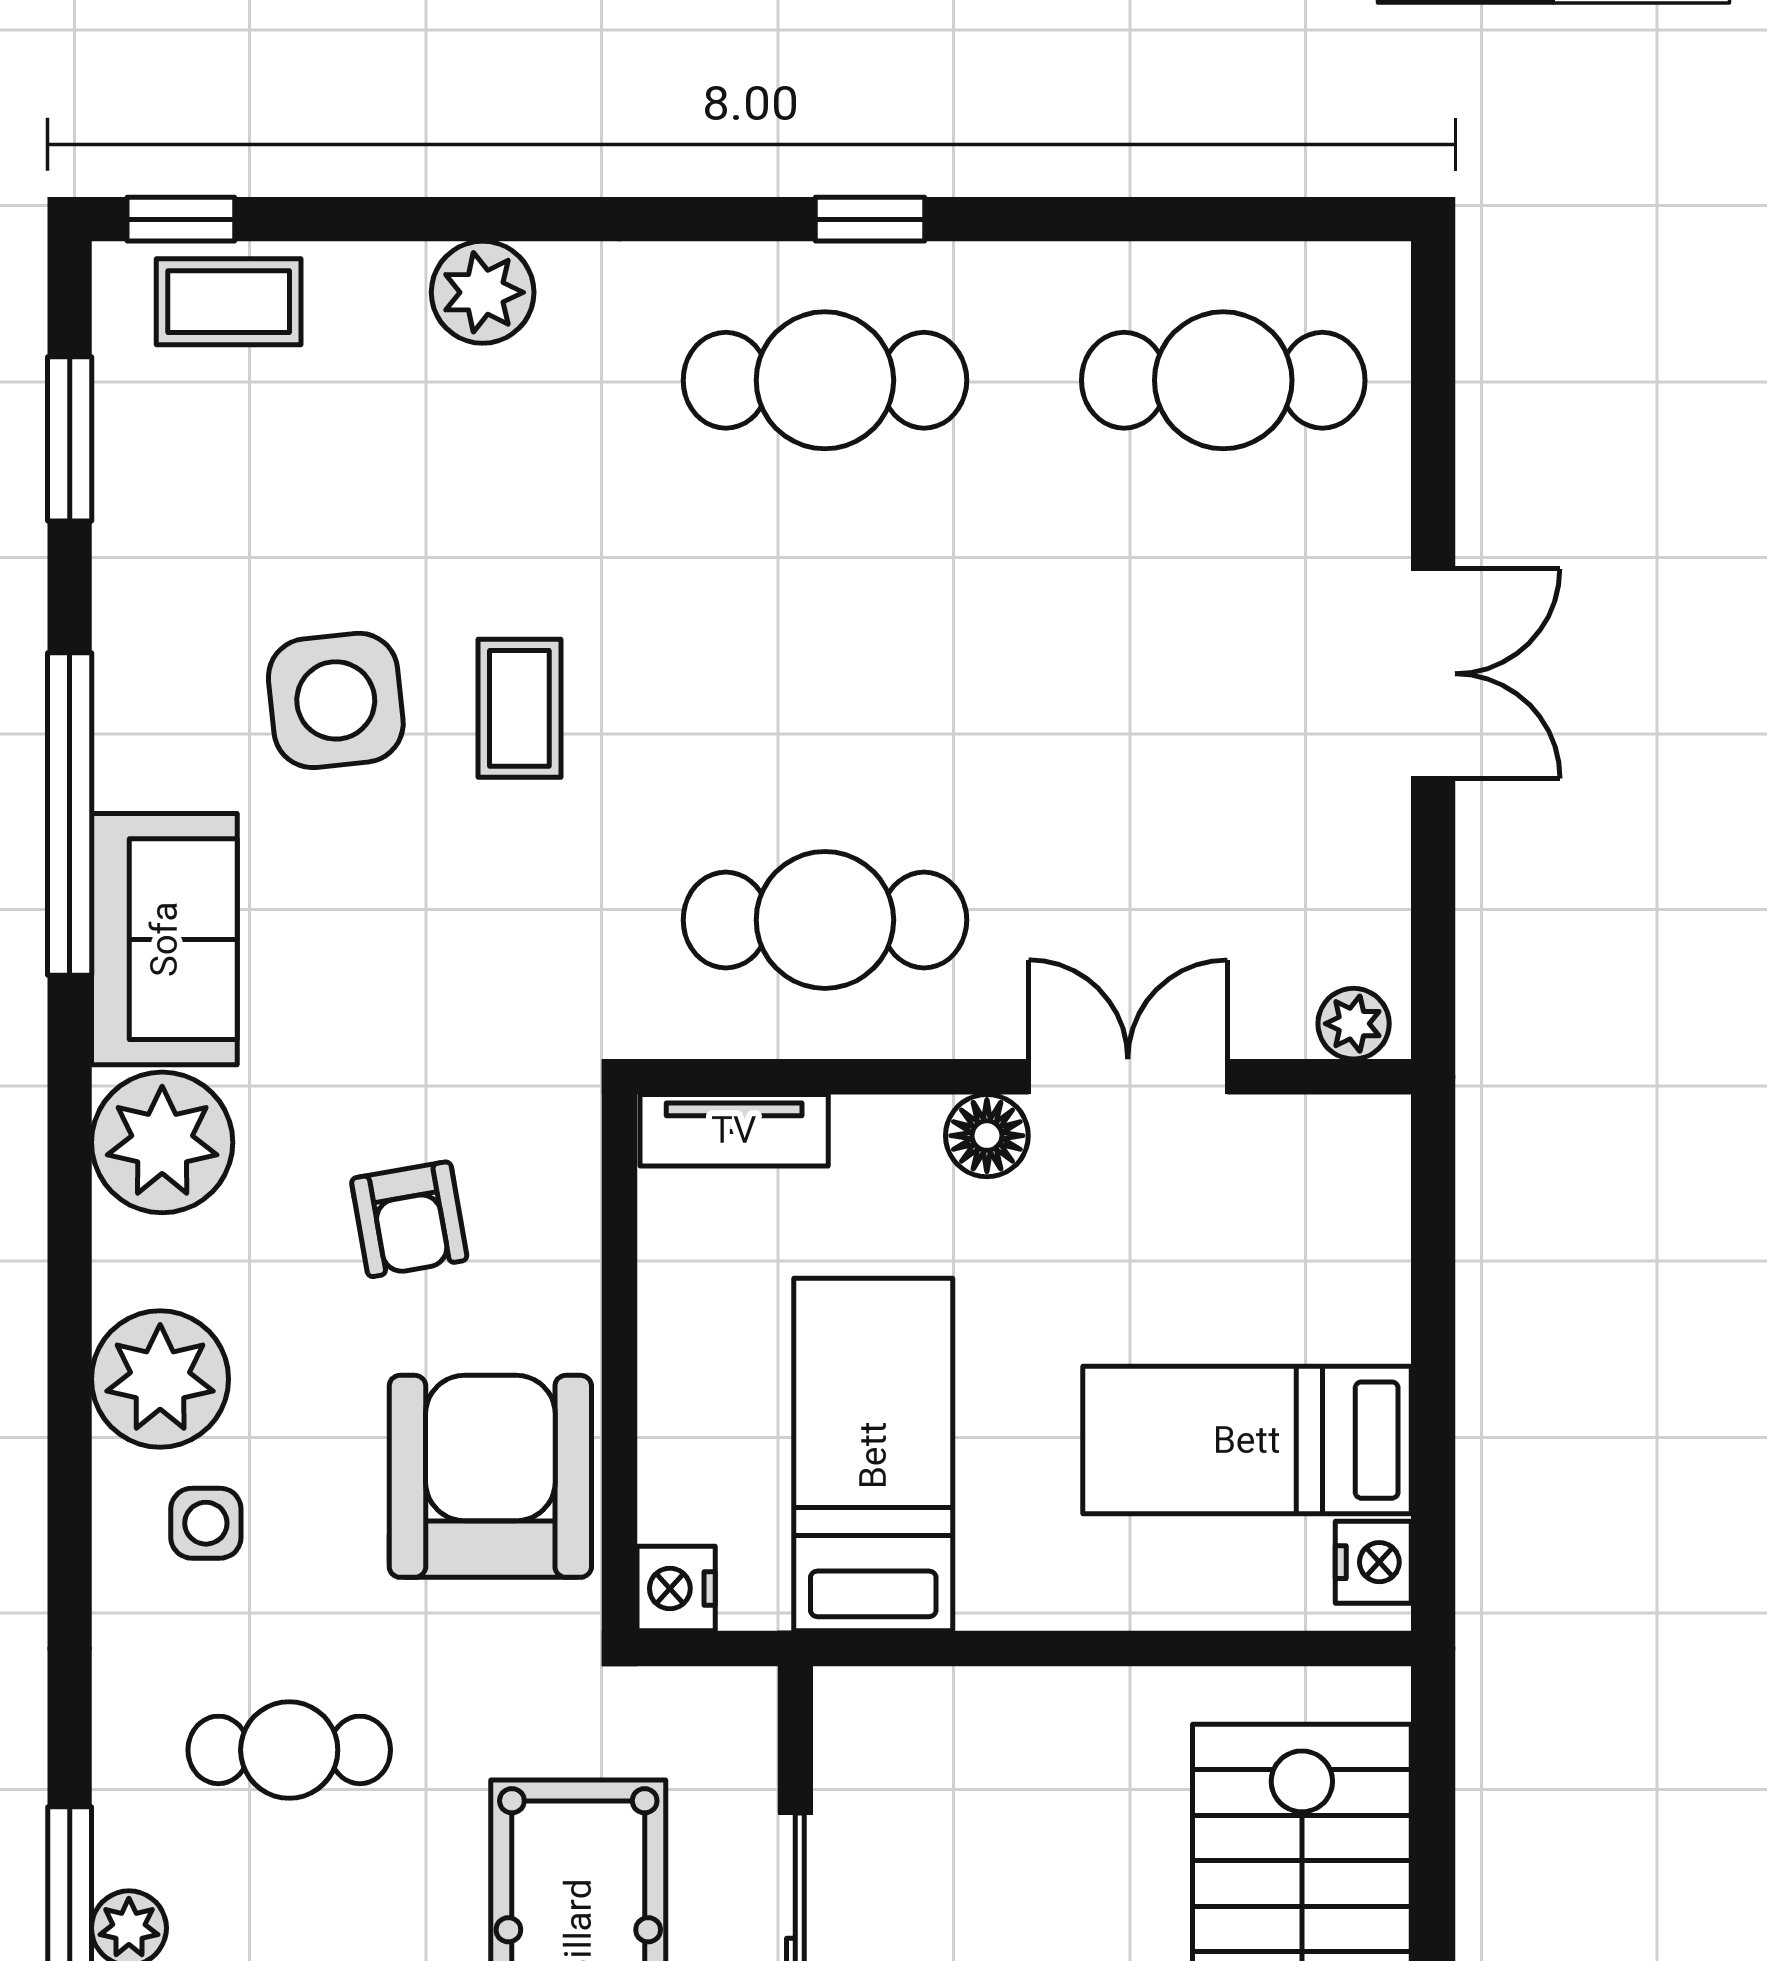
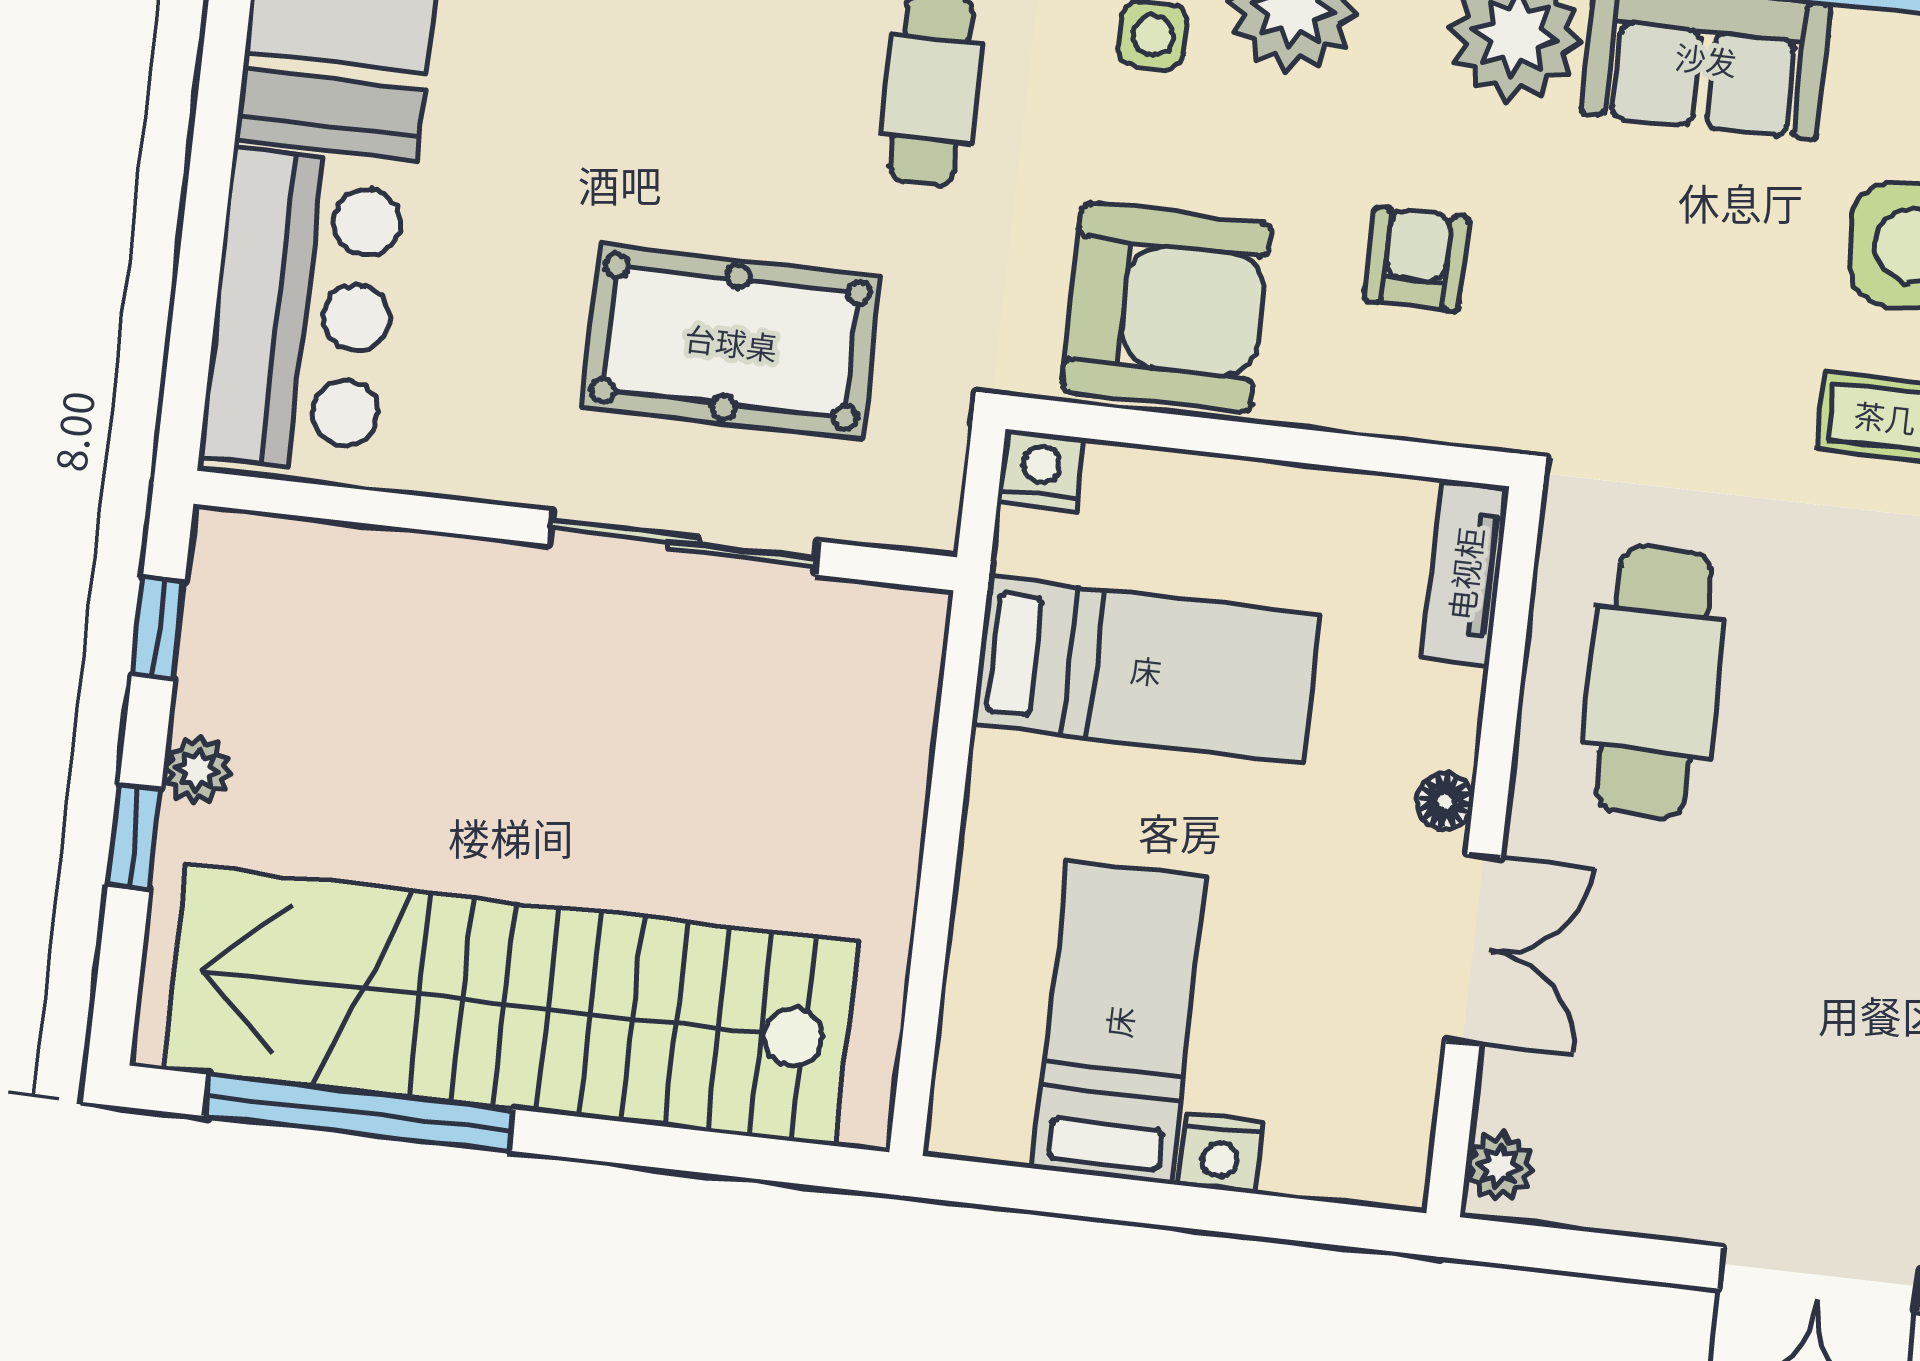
floor lamp: (987, 1136) -> (1445, 801), width x0.73, depth x0.73
armchair: (409, 1219) -> (1416, 259), turned 100
nightstand: (1373, 1562) -> (1220, 1154), moved

